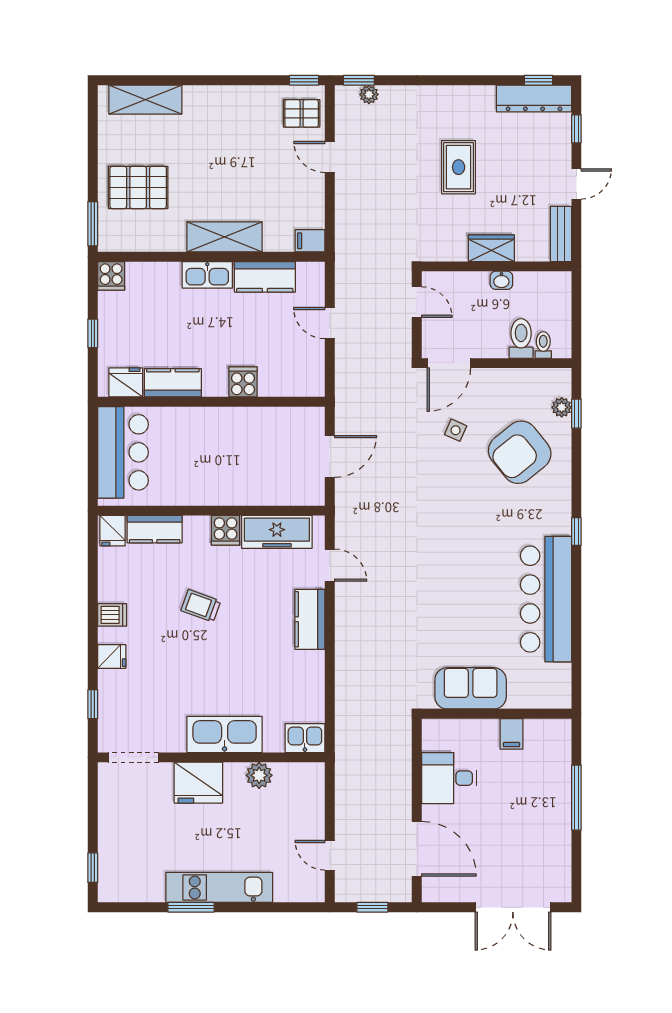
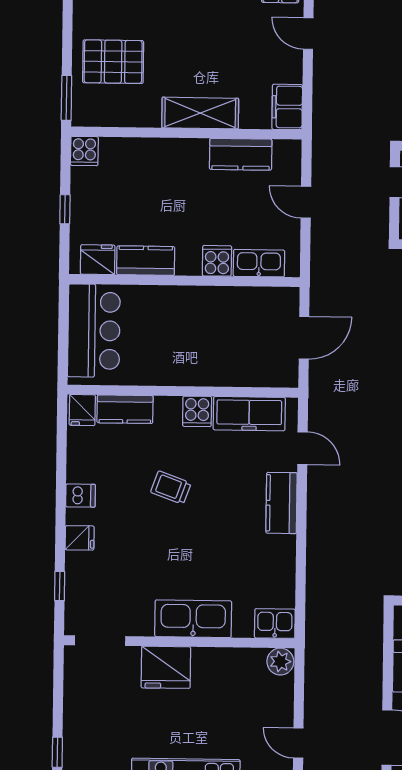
filing cabinet: (310, 241) -> (287, 107), width x2.00
kitchen sink: (207, 275) -> (259, 263), moved, turned 180
plant: (259, 775) -> (280, 662), moved

